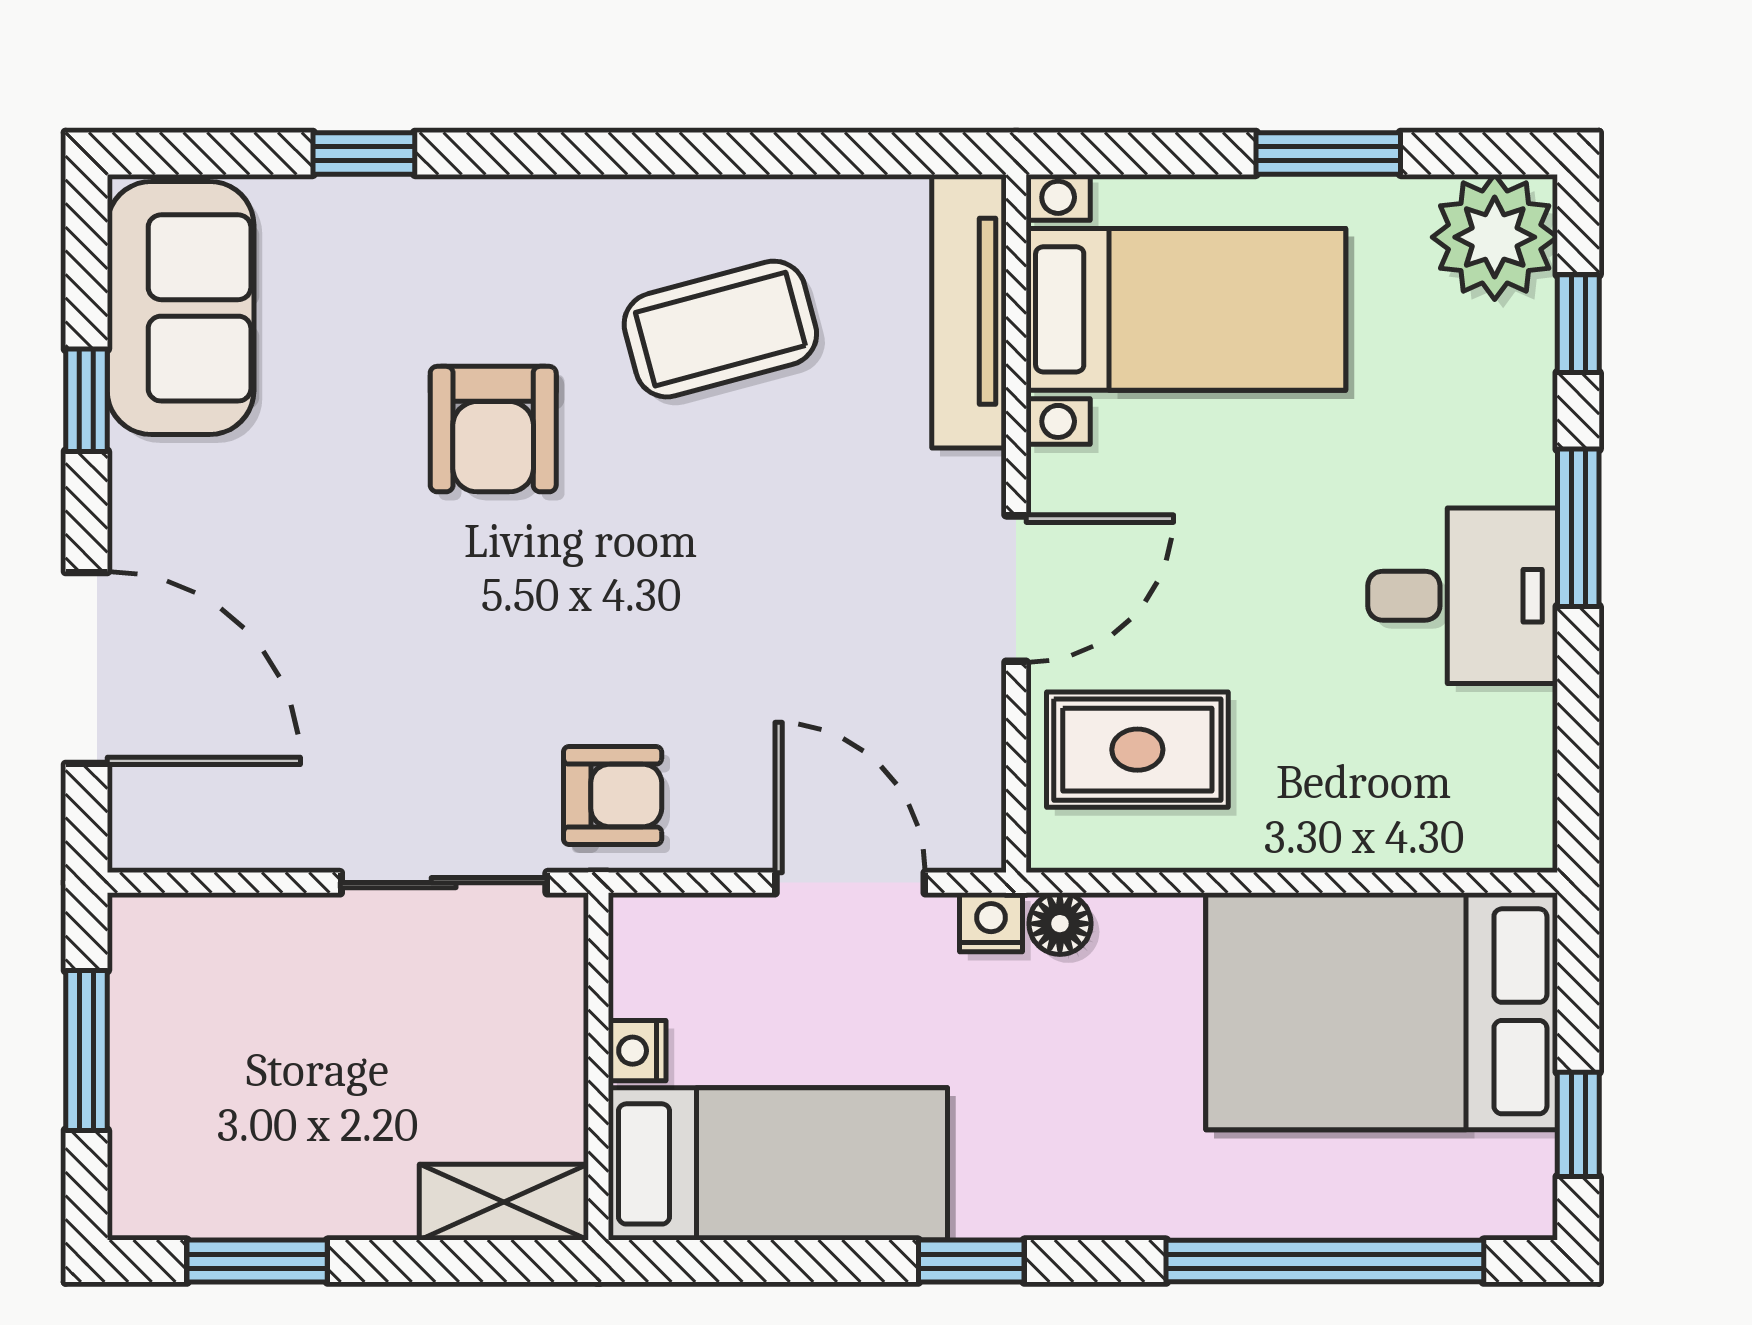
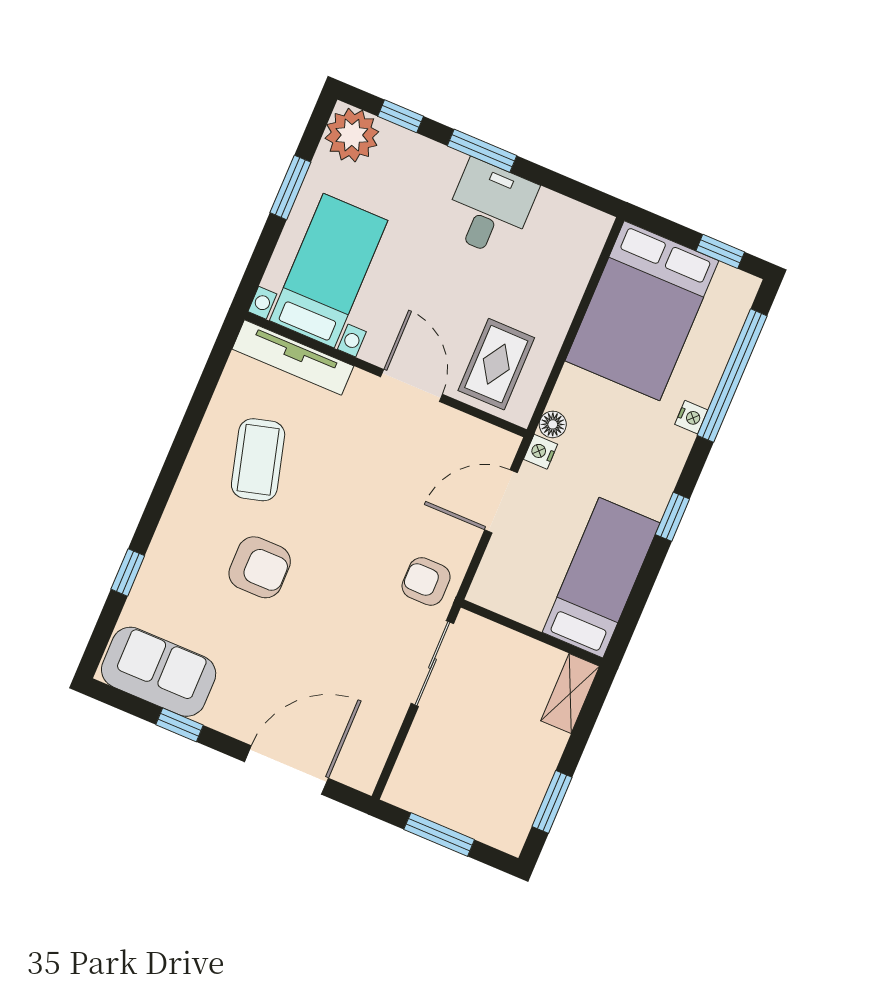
armchair: (613, 795) -> (426, 581), turned -90
nightstand: (637, 1051) -> (691, 417), moved, turned -90

